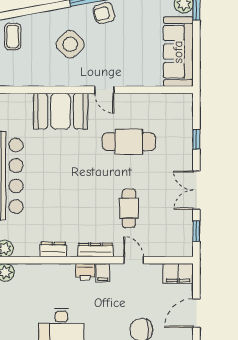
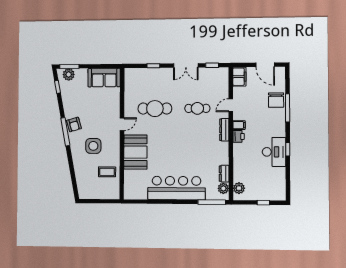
coffee table: (13, 37) -> (107, 172), moved
side table: (70, 44) -> (93, 146), turned 45
sofa: (178, 52) -> (104, 78), width x0.73
cafe table: (129, 142) -> (155, 109), turned 90
dresser: (53, 250) -> (224, 174), moved

